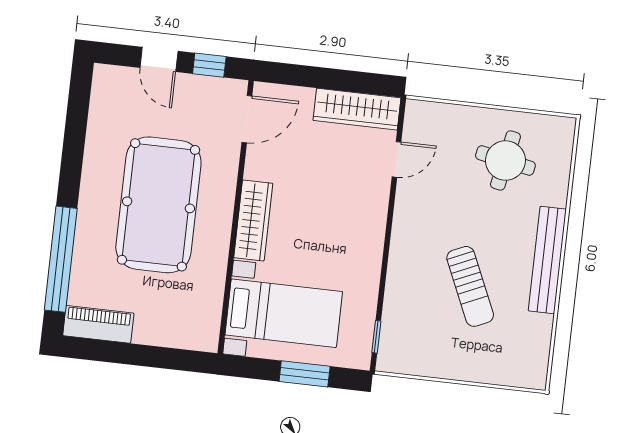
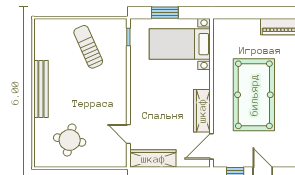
door: (397, 159) -> (128, 134), hinge flipped
wardrobe: (253, 220) -> (202, 111), moved
sun lounger: (470, 286) -> (88, 47), moved

